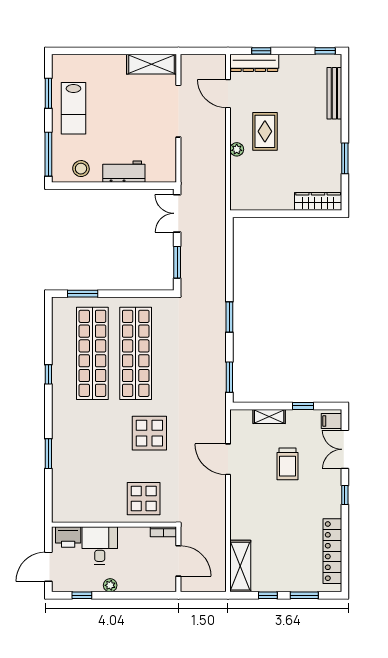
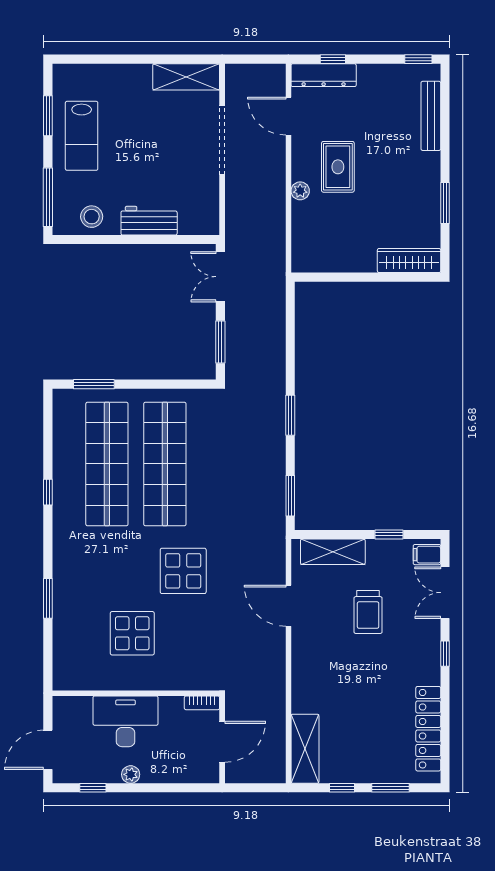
shelving: (269, 417) -> (333, 552), width x1.50, depth x1.33
display table: (144, 499) -> (132, 633), moved
printer: (68, 537) -> (74, 710), removed
desk: (100, 546) -> (125, 721), width x1.37
door: (178, 561) -> (222, 742), hinge flipped

